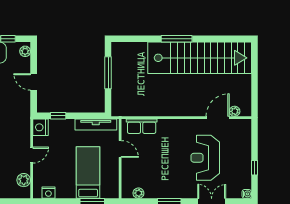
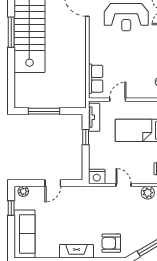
window: (177, 39) -> (11, 32), moved
window: (58, 116) -> (86, 137), moved
tv unit: (96, 125) -> (94, 117), width x0.71

